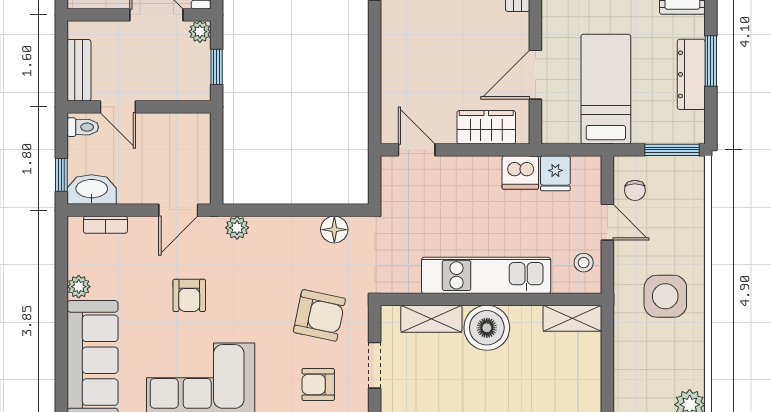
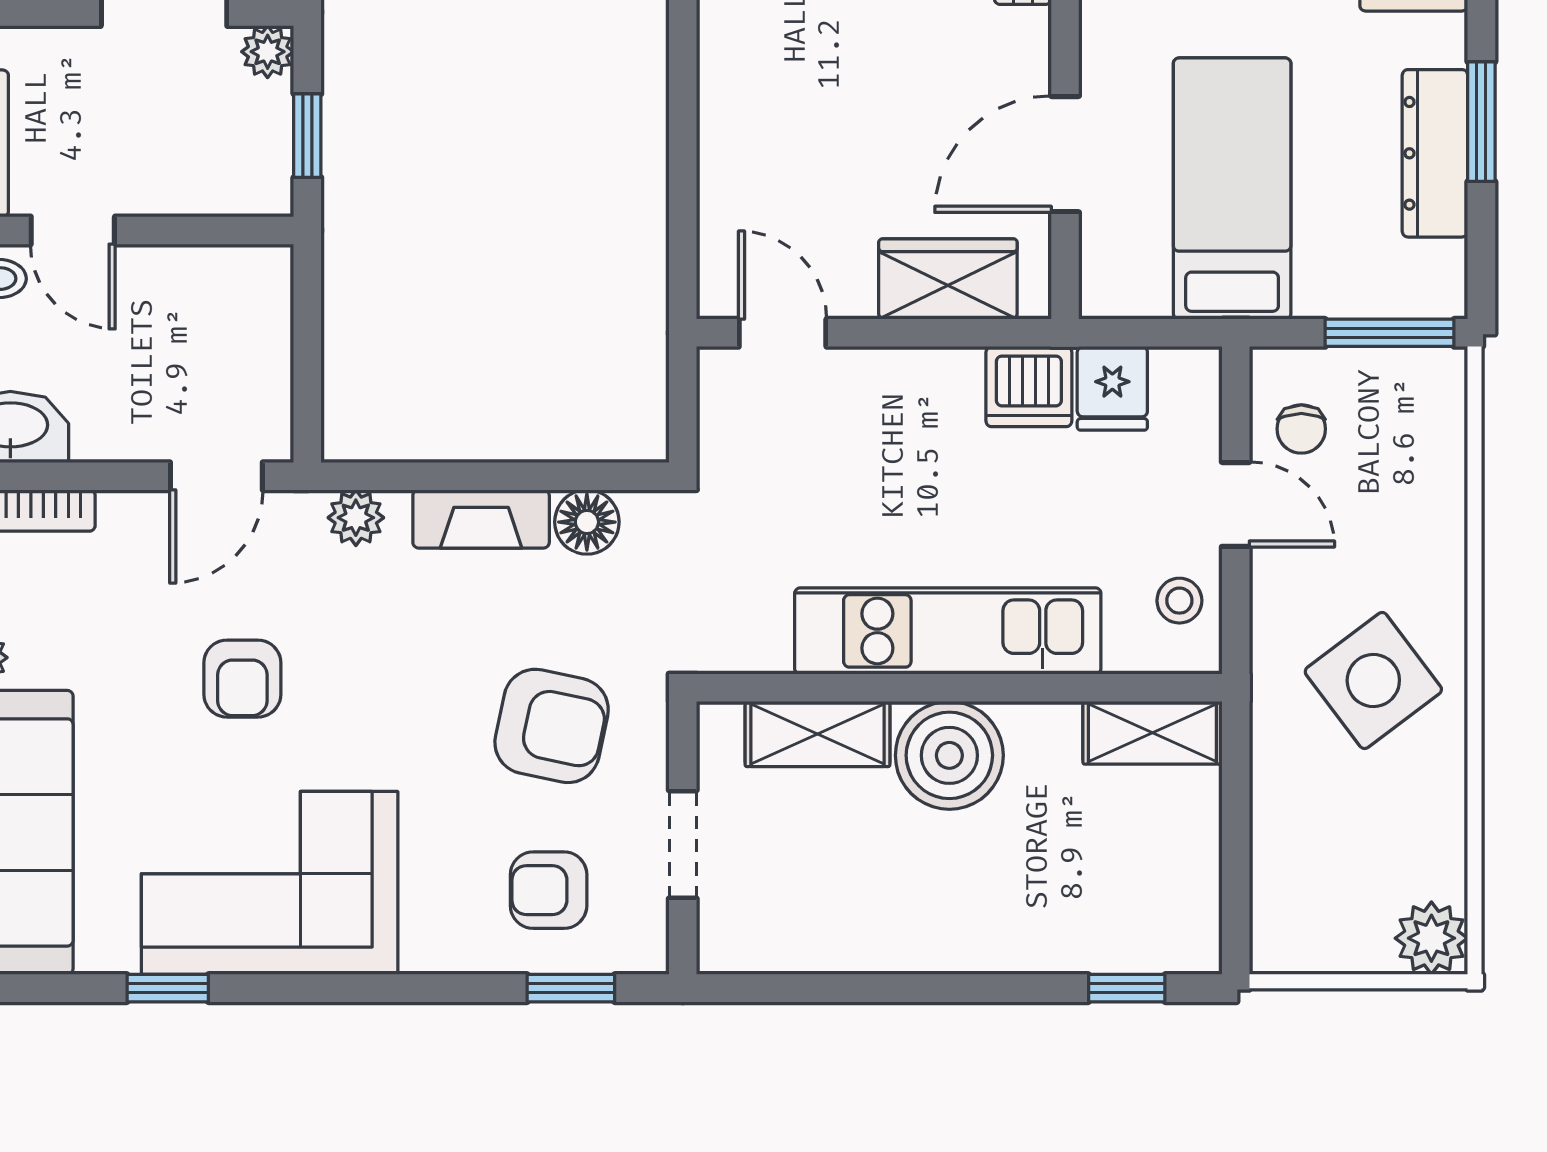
fireplace: (290, 228) -> (481, 519), added
side table: (665, 296) -> (1373, 680), turned -37

